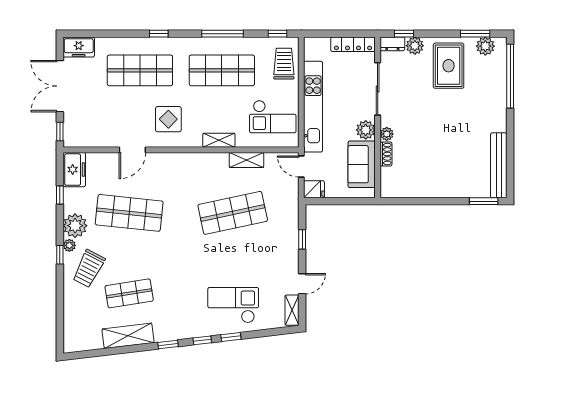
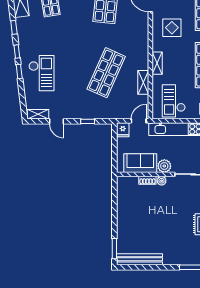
shop shelf: (233, 213) -> (106, 73), turned 36

